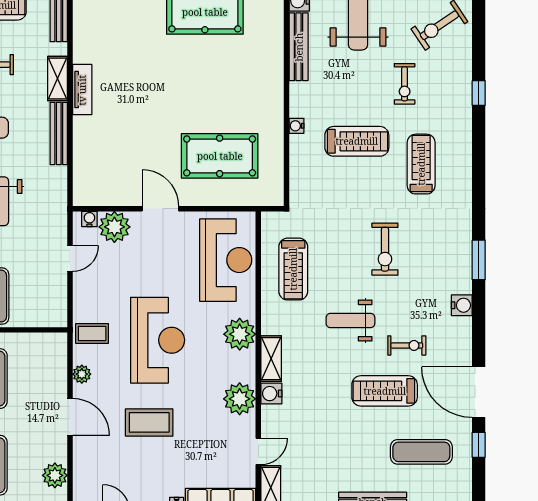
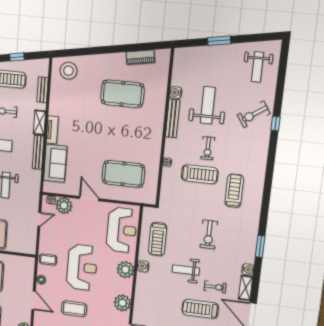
exercise bike: (405, 84) -> (208, 148), moved
window: (479, 93) -> (275, 124), moved
sofa: (92, 150) -> (55, 163), added
shelving: (271, 359) -> (246, 288), moved
water cooler: (271, 394) -> (143, 266), moved

